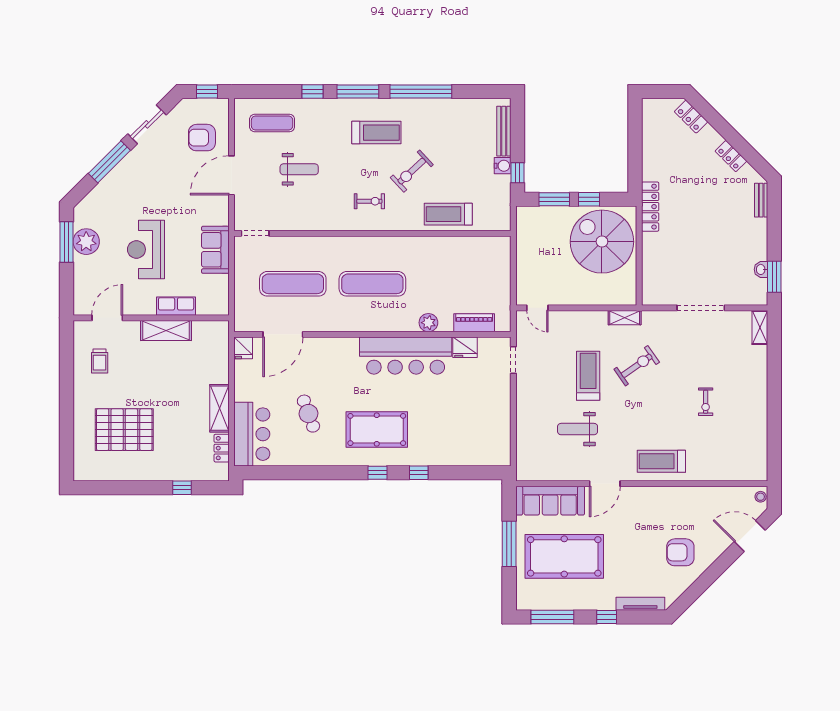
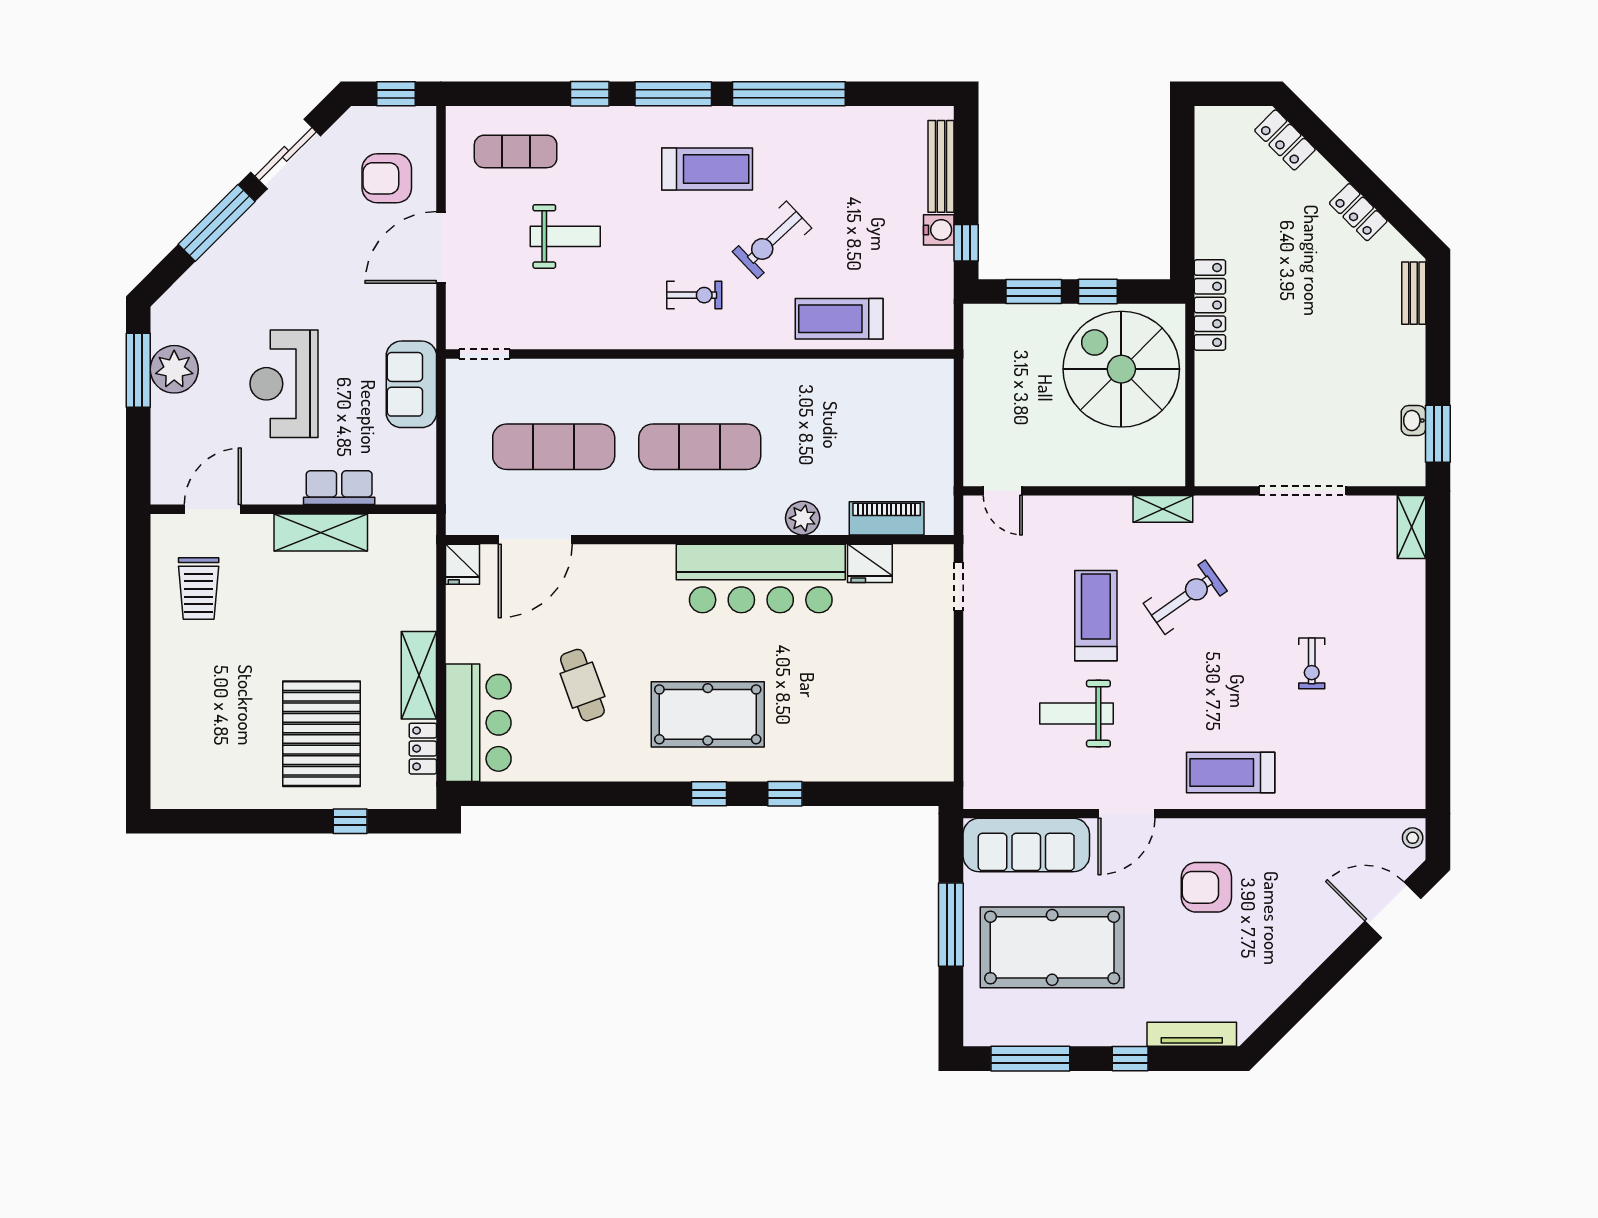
trolley: (100, 361) -> (199, 589), width x1.36, depth x1.39
pallet: (124, 430) -> (322, 734), moved, turned 90
armchair: (680, 552) -> (1206, 887), moved

